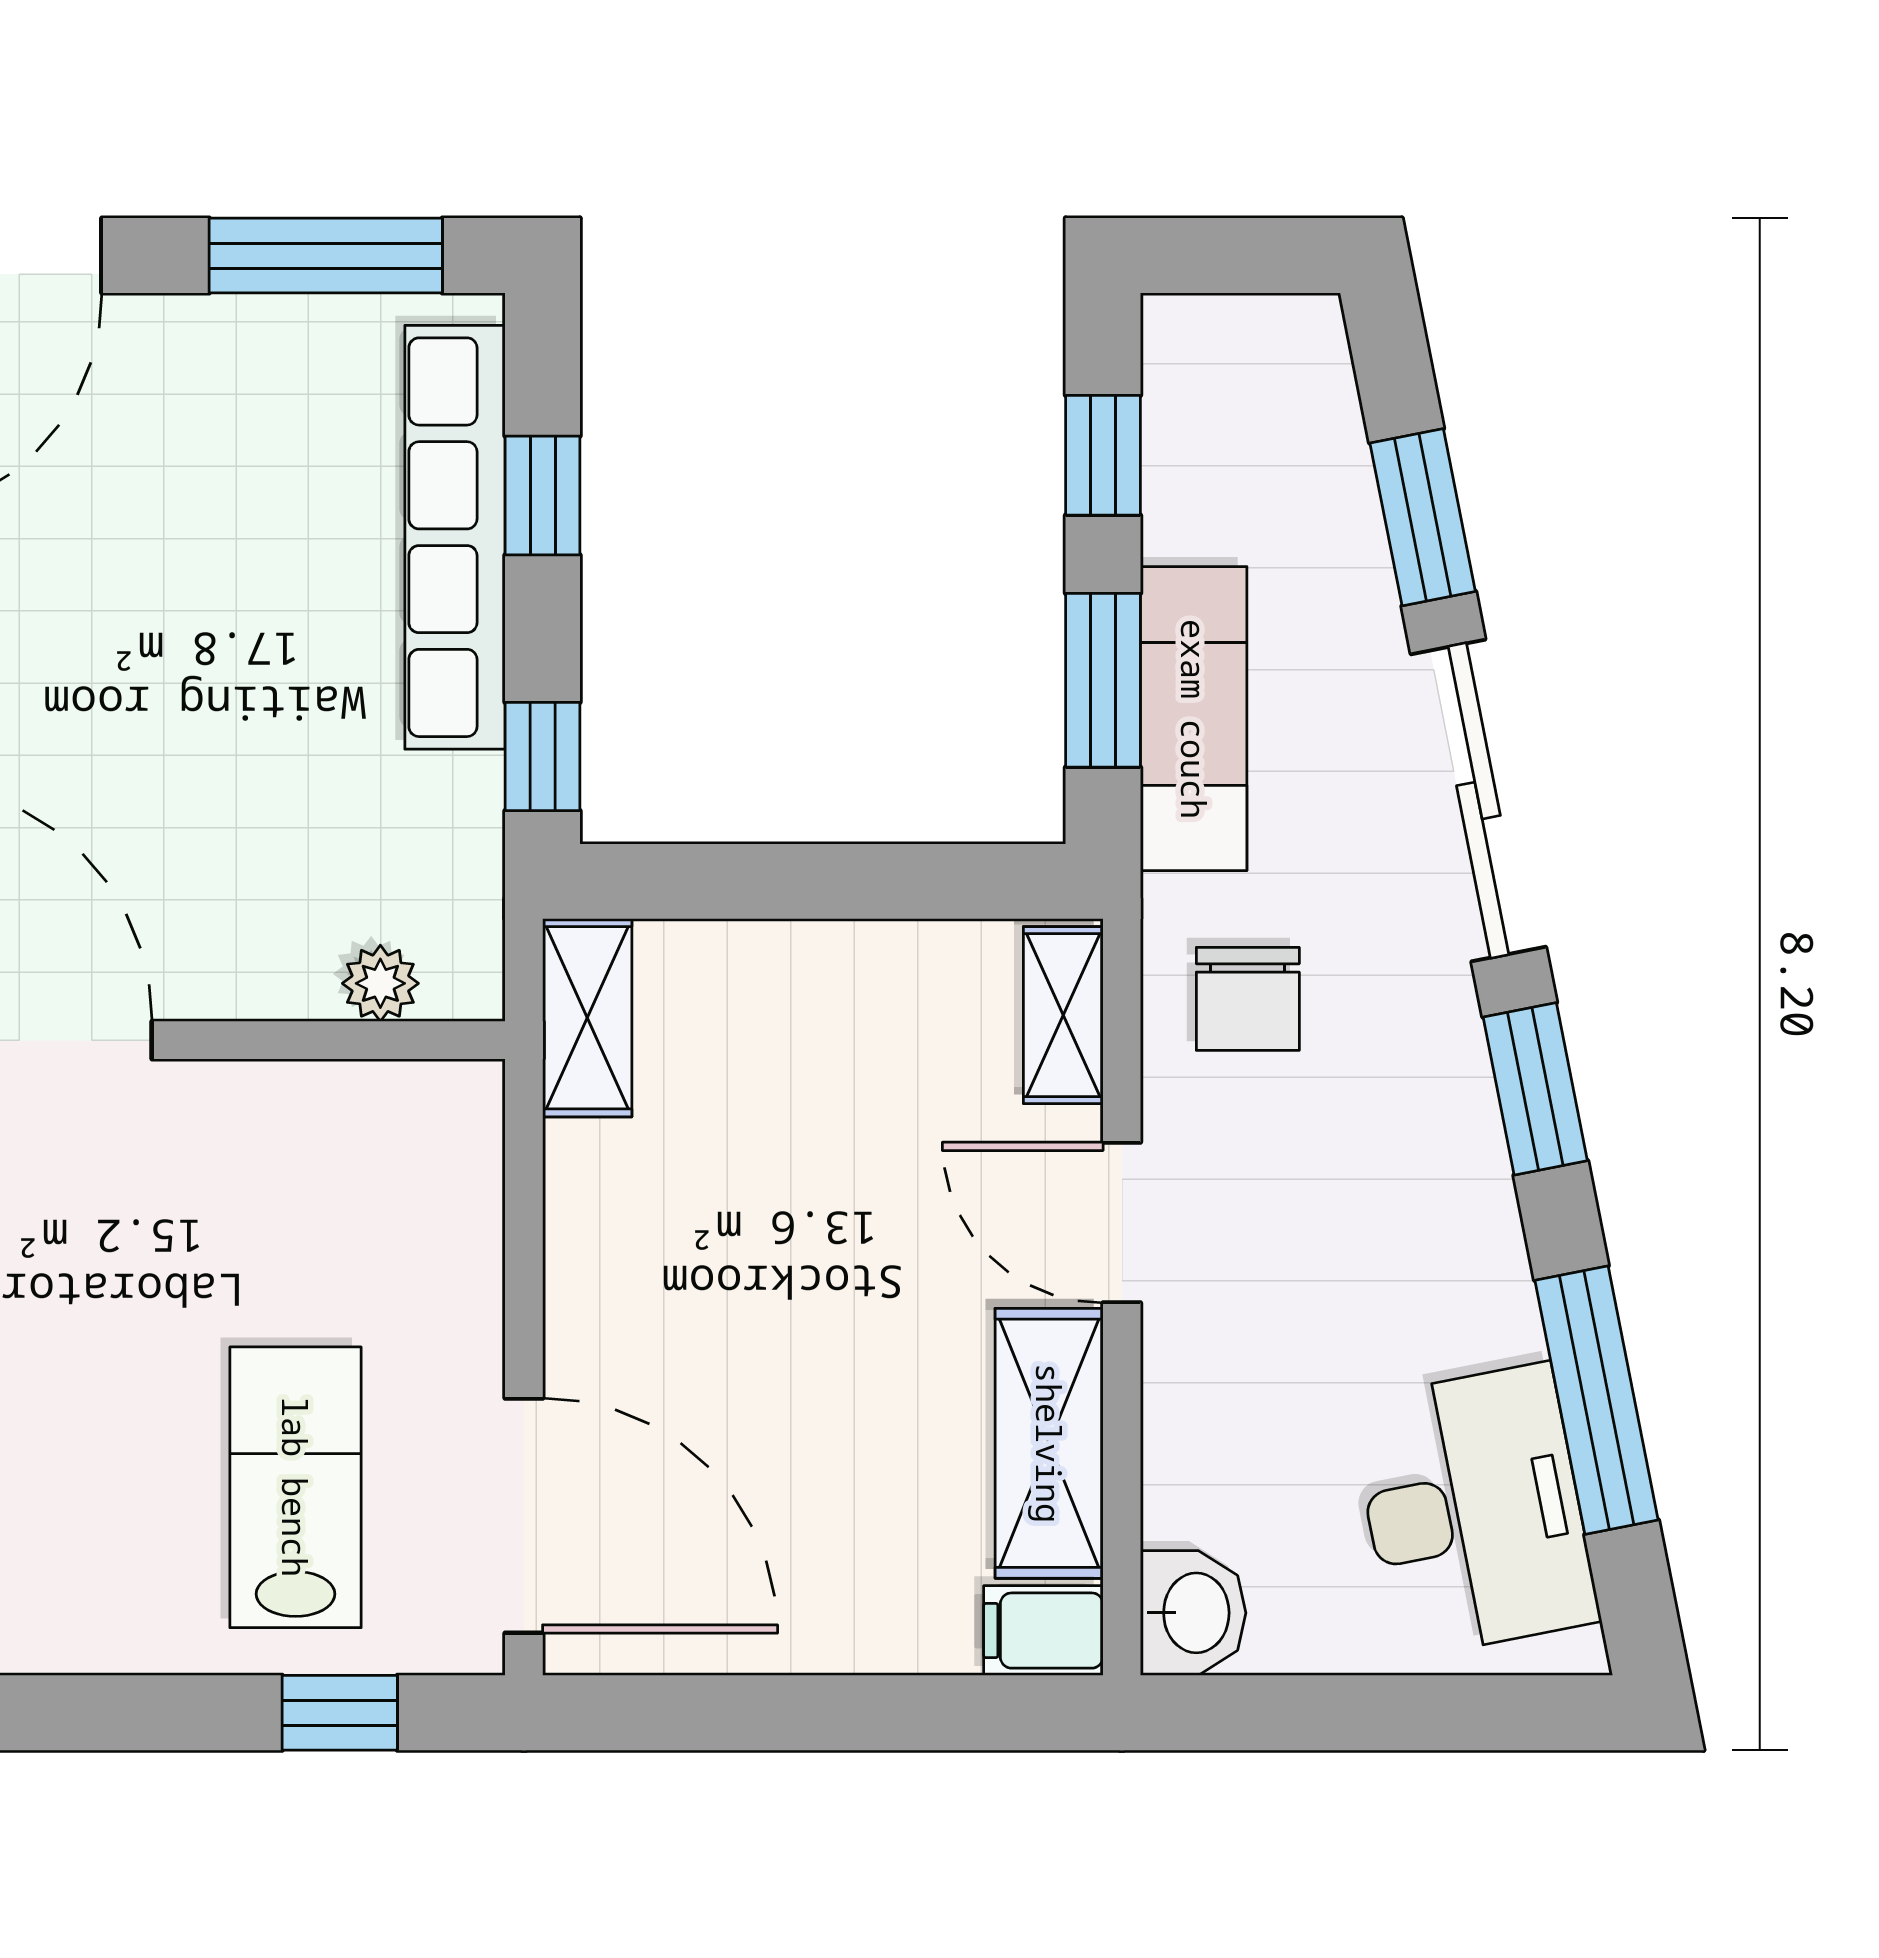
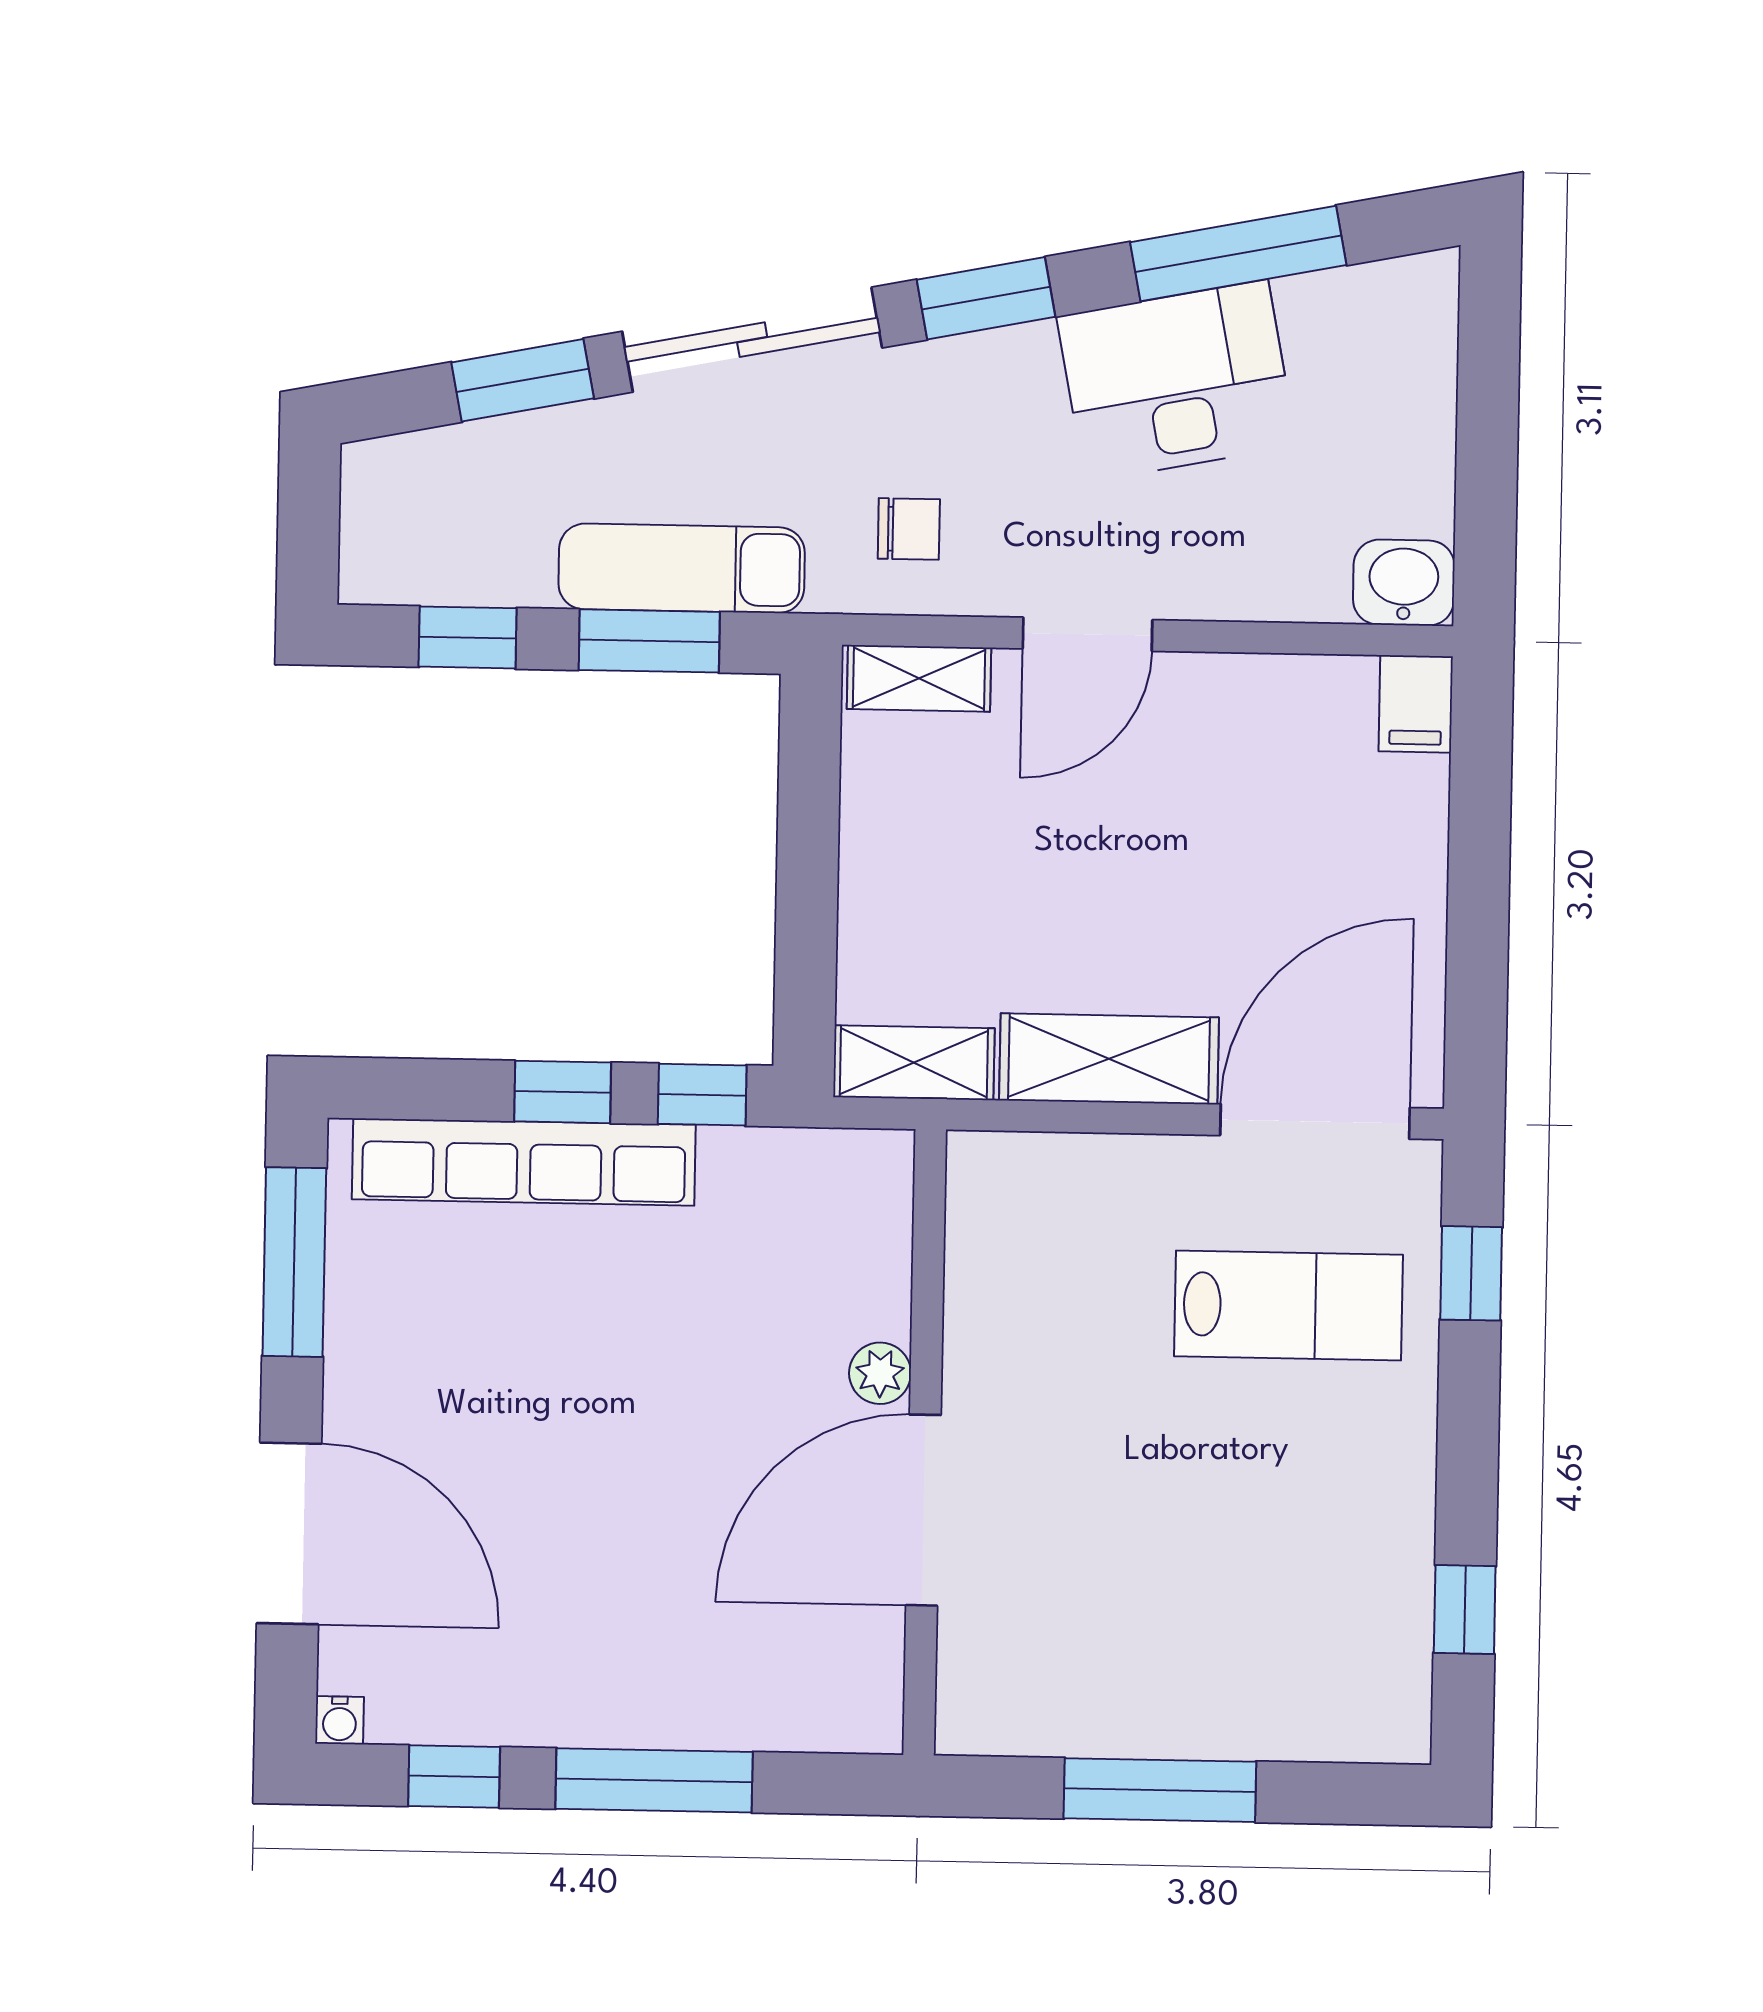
window: (543, 496) -> (563, 1092), moved
plant: (380, 983) -> (880, 1373), moved
chair: (1248, 999) -> (909, 529), width x0.73, depth x0.73
shelving: (1049, 1443) -> (1109, 1059), moved
lab bench: (295, 1487) -> (1288, 1306), turned 180
desk: (1474, 1511) -> (1177, 381), moved

